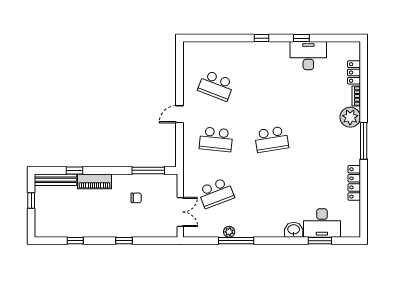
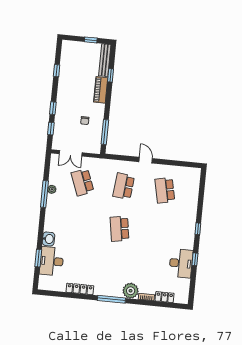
school desk: (216, 86) -> (165, 190), turned -33
window: (151, 241) -> (51, 129), added

